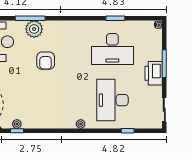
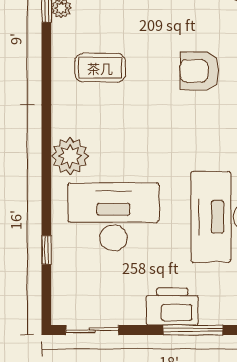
coffee table: (44, 106) -> (100, 68), added
plant: (81, 124) -> (70, 156), width x1.88, depth x1.88

